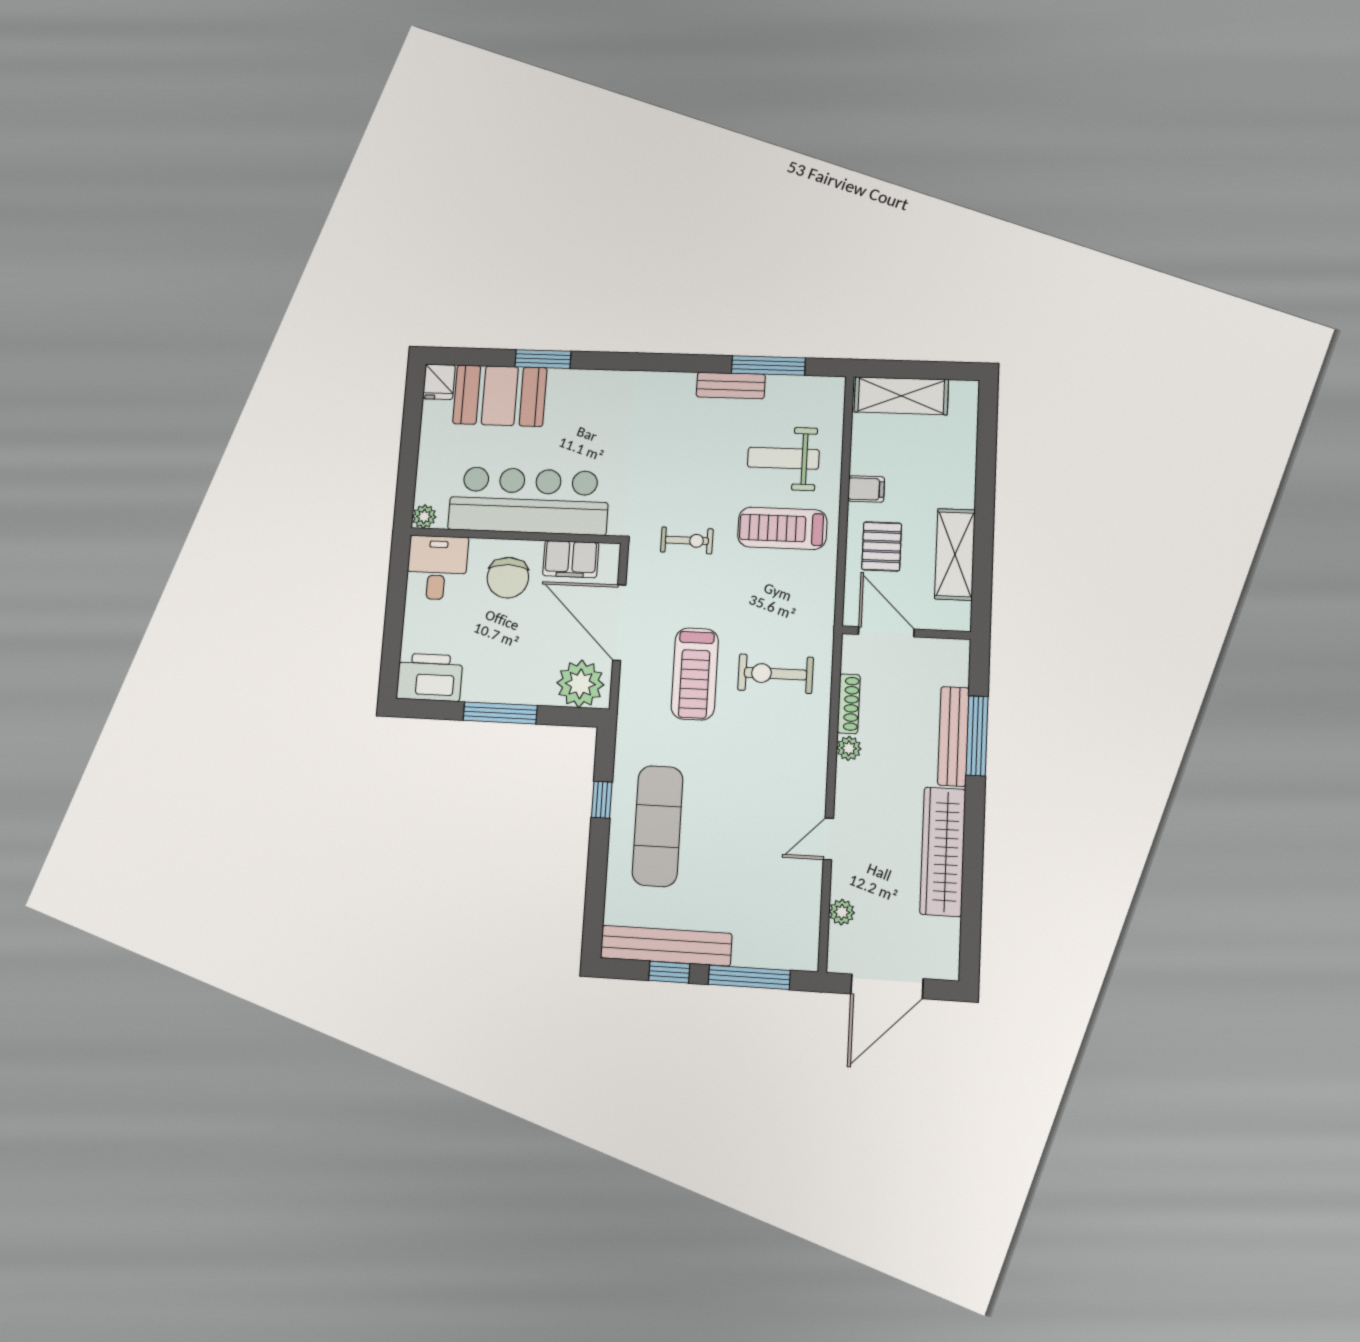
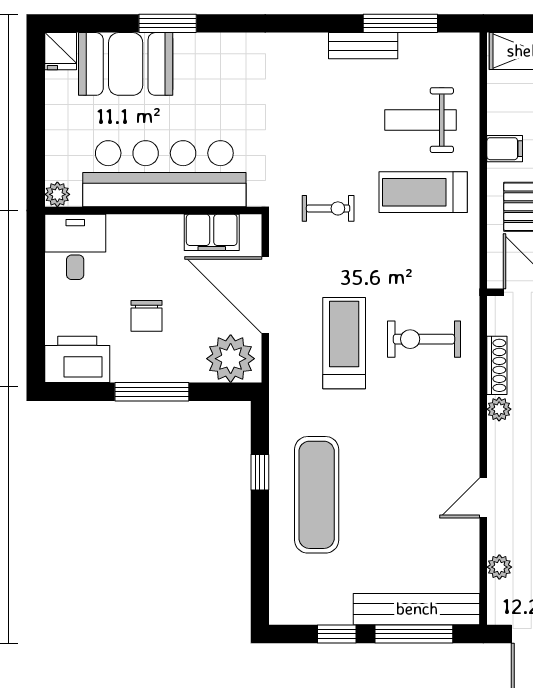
chair: (508, 578) -> (146, 316), moved, width x0.73, depth x0.73
treadmill: (695, 674) -> (344, 343), turned 180
bench: (666, 946) -> (417, 609), moved

